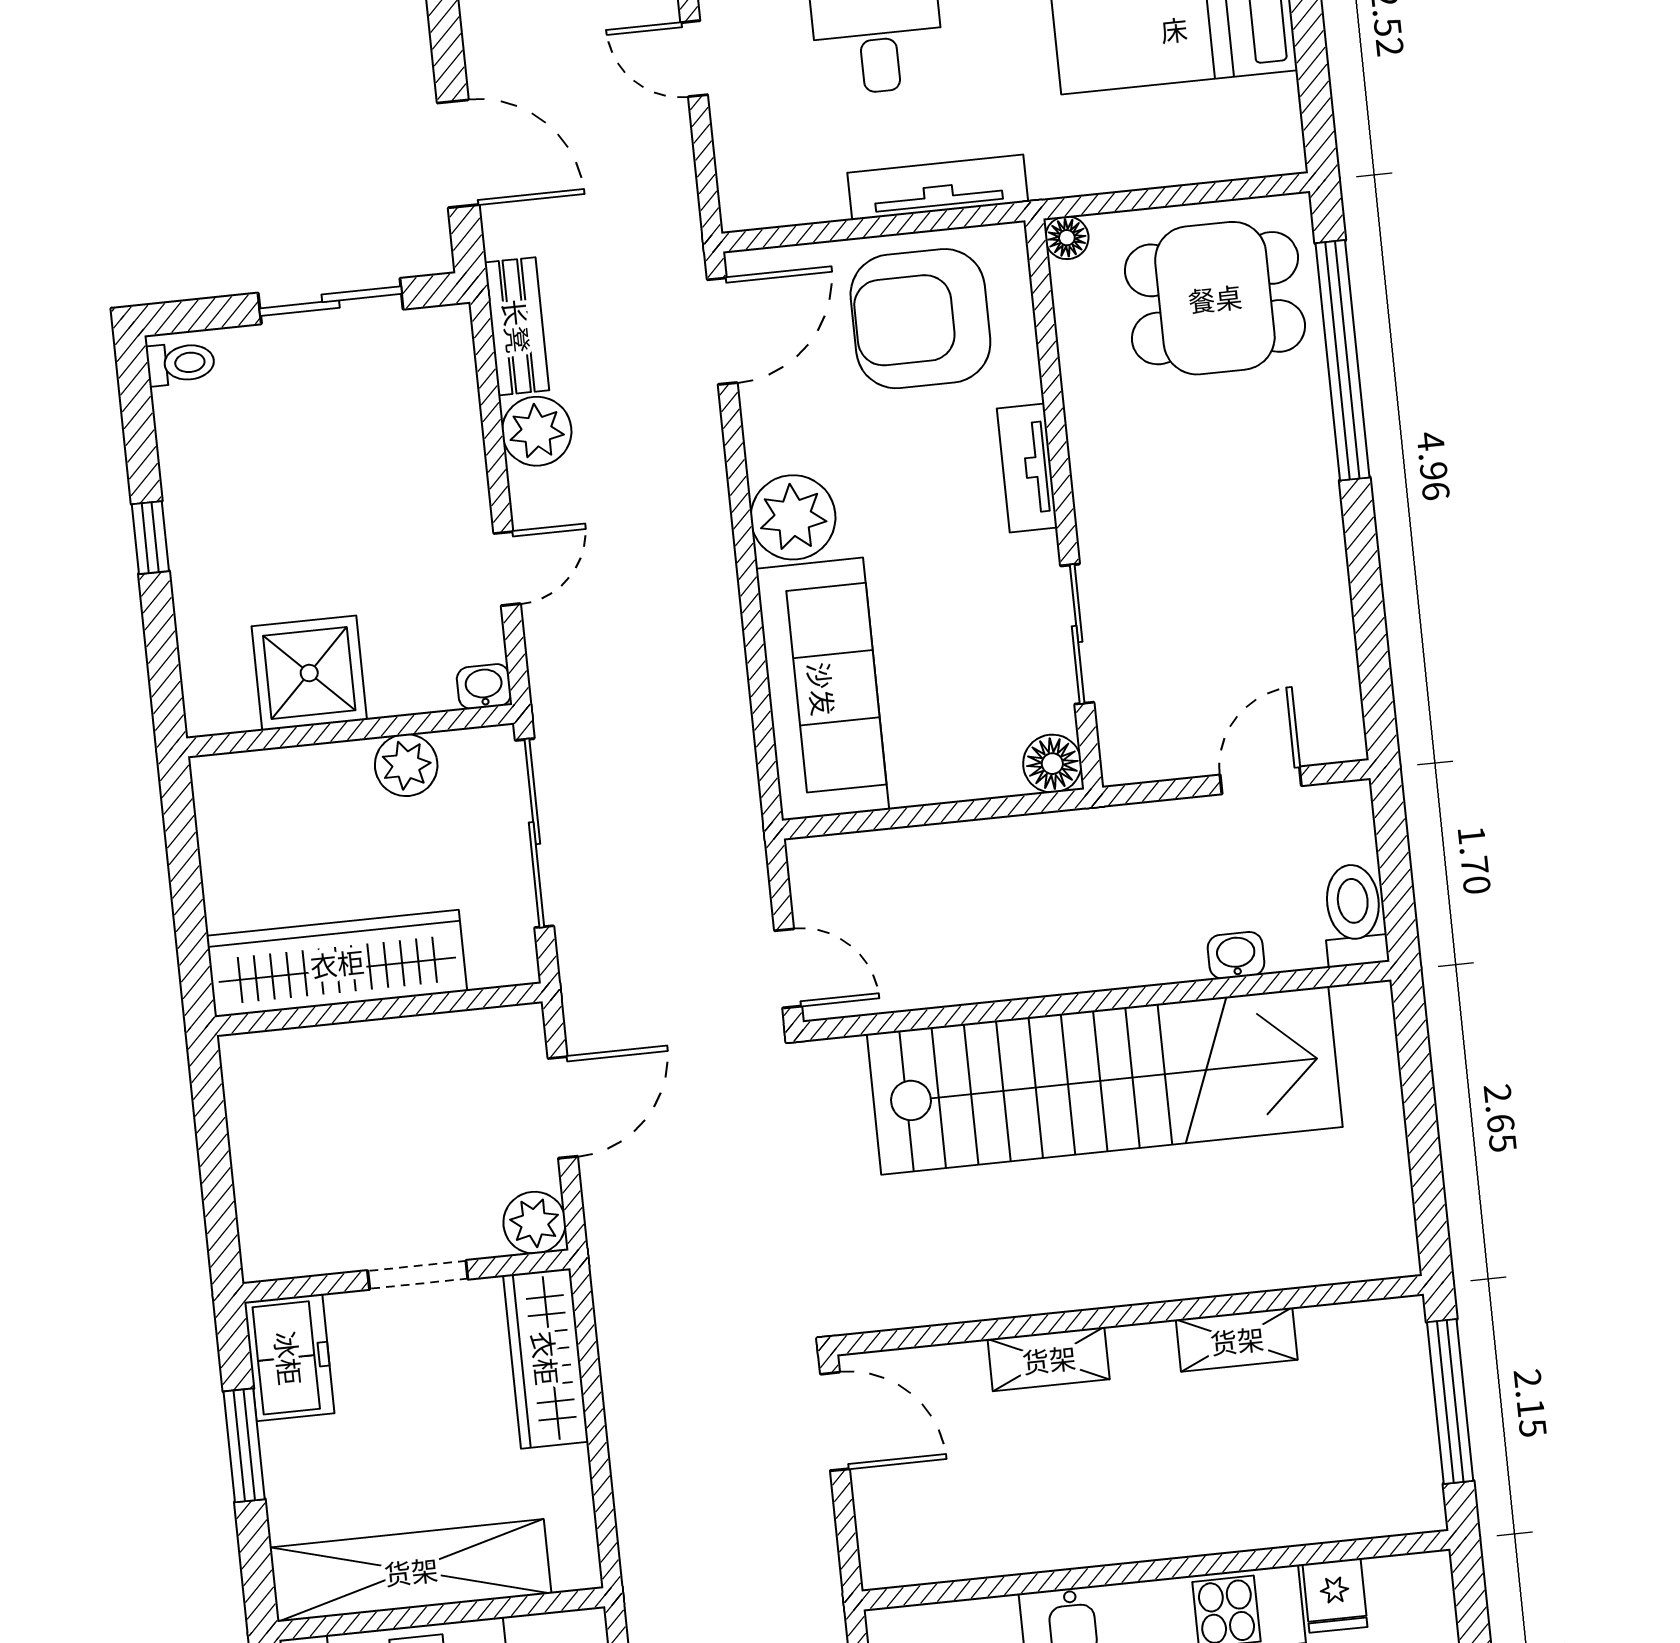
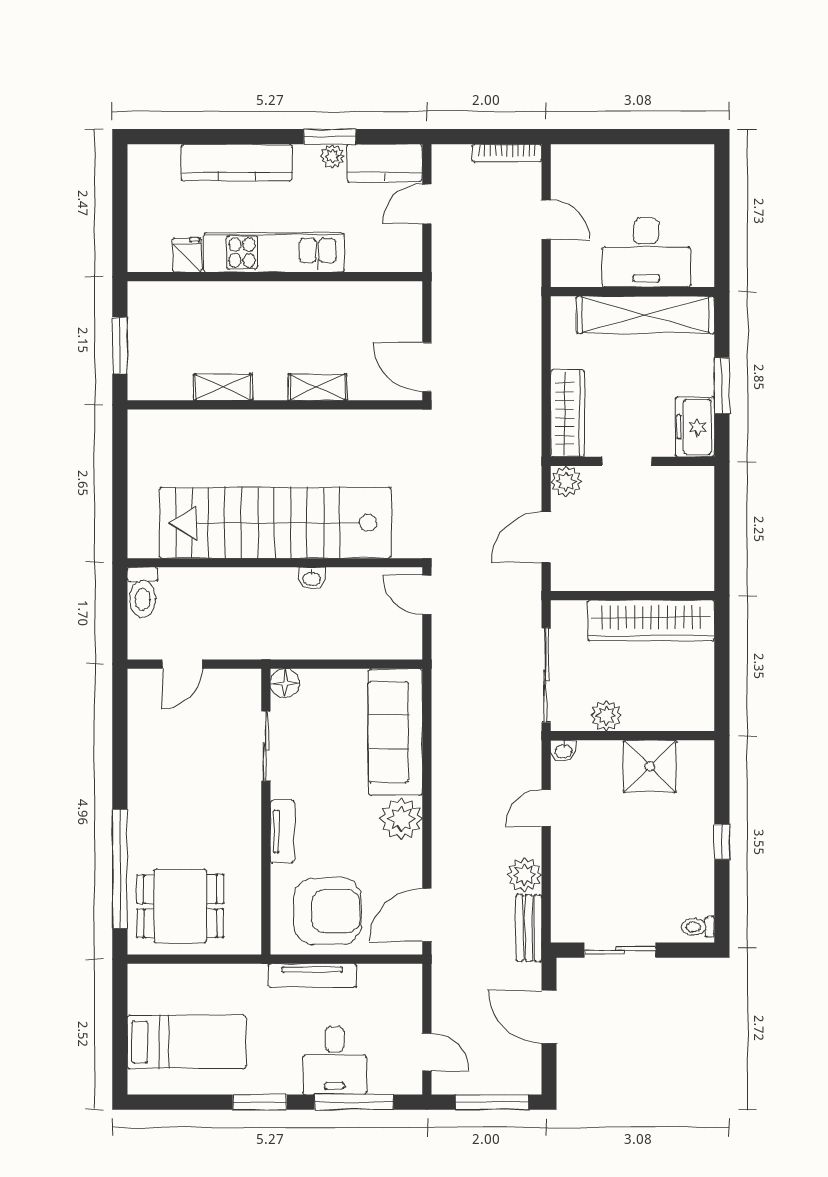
floor lamp: (1067, 238) -> (251, 944), removed
washbasin: (1236, 955) -> (312, 578), moved
window: (1450, 1402) -> (120, 345), width x0.69

